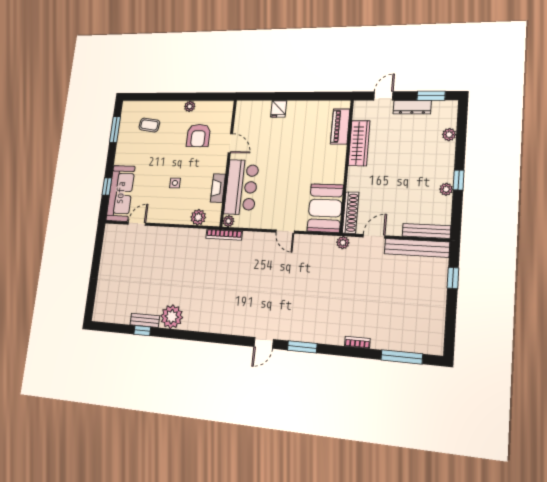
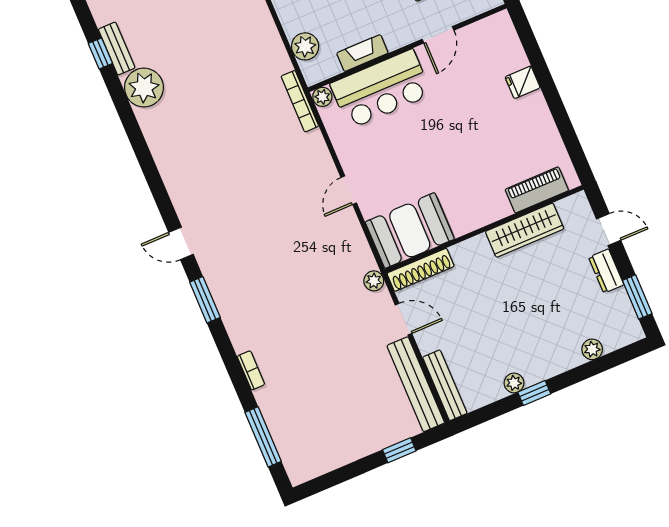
dresser: (412, 107) -> (606, 271), width x0.70

